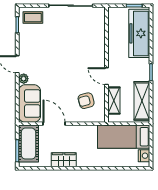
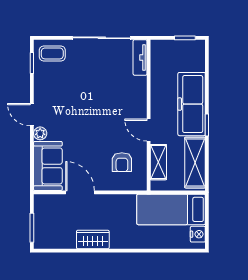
tv unit: (100, 21) -> (140, 57), added
freezer: (139, 33) -> (192, 104), moved
armchair: (86, 101) -> (122, 162), turned -75
cot: (28, 144) -> (47, 218), removed

